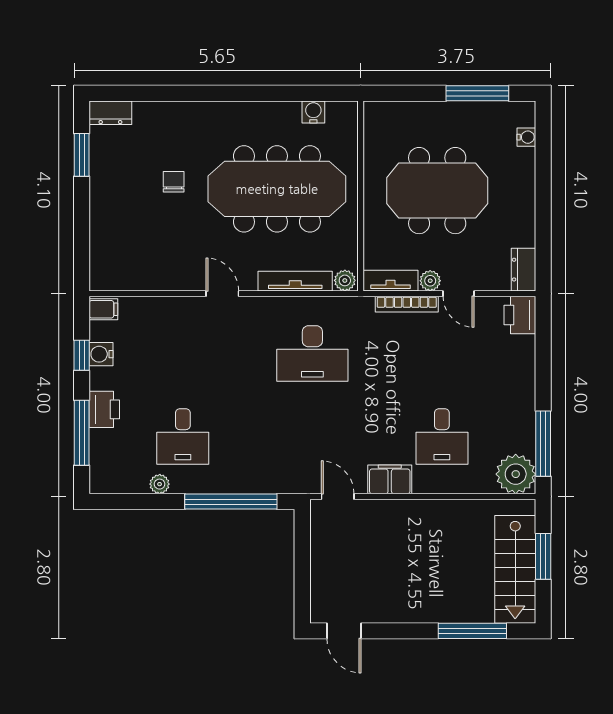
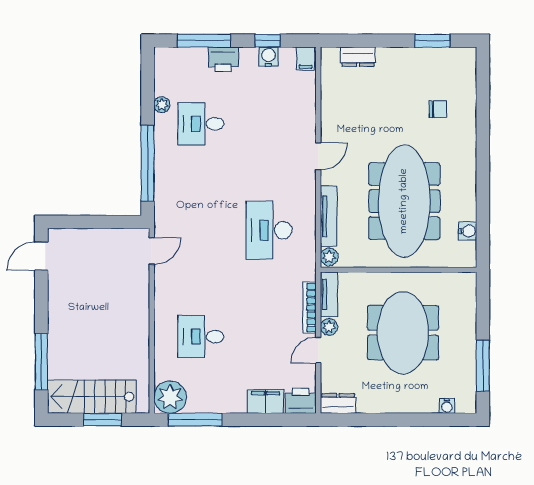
dresser: (110, 113) -> (358, 57), moved, turned -90
chair: (174, 182) -> (438, 109), moved
filing cabinet: (390, 479) -> (266, 401), moved, turned -90

